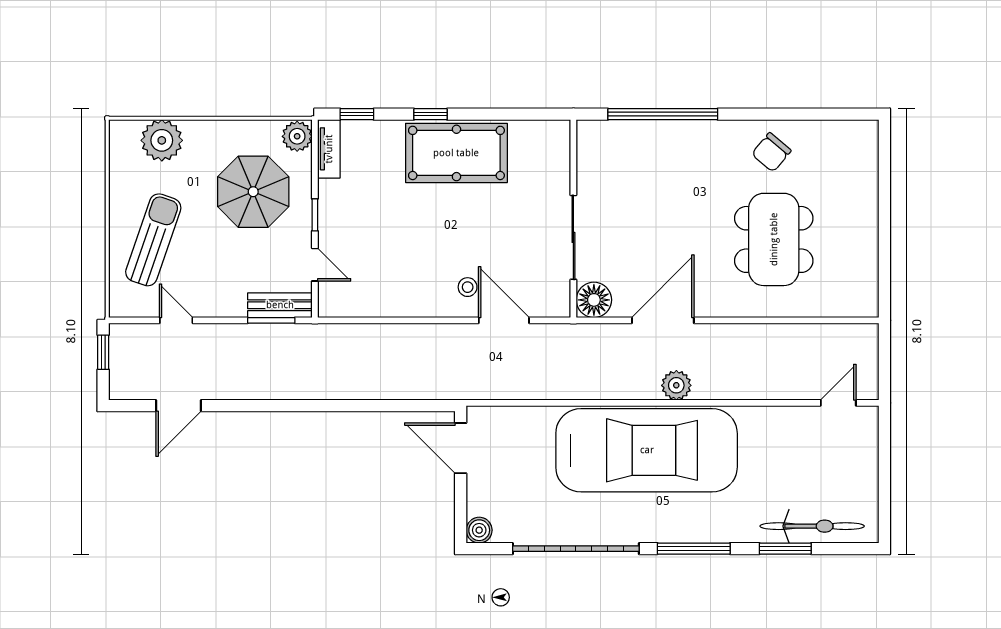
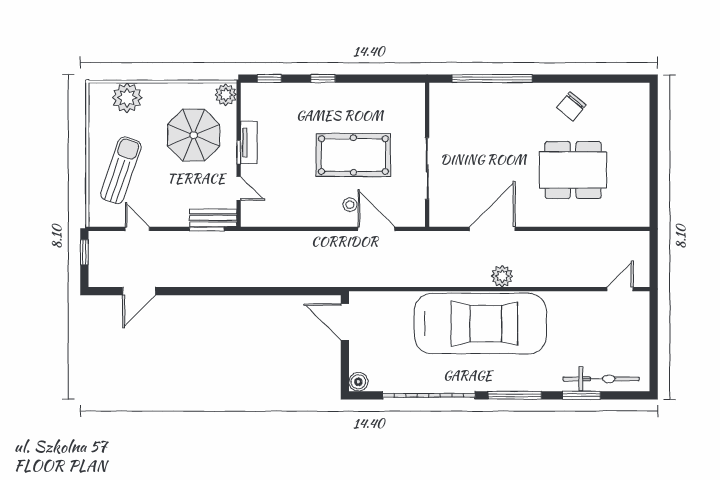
tv unit: (329, 149) -> (249, 143), moved
pool table: (456, 153) -> (353, 155), moved
dining table: (774, 239) -> (573, 170), turned 90
floor lamp: (594, 300) -> (442, 214), removed

